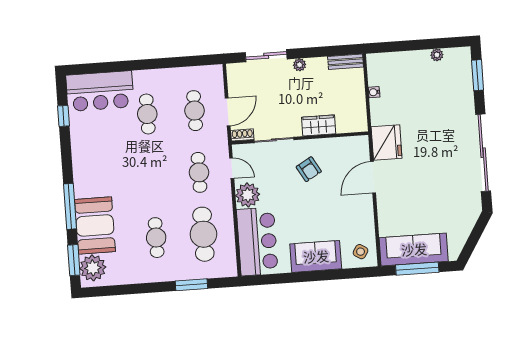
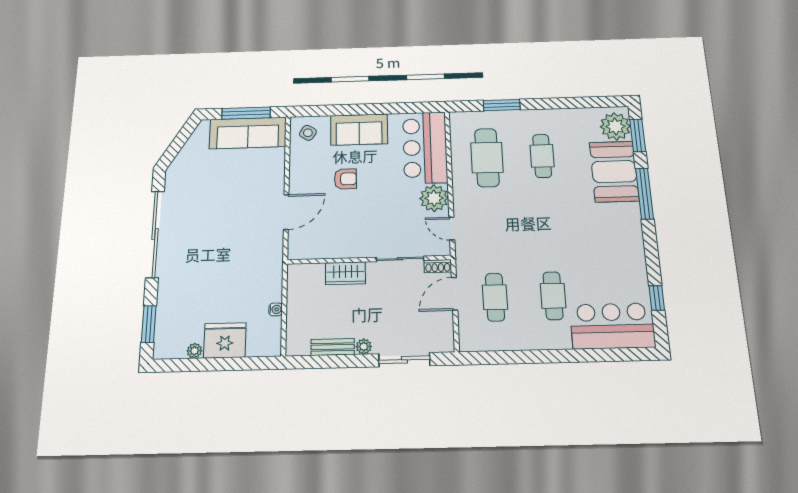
bench: (346, 62) -> (333, 347), moved
fridge: (387, 143) -> (225, 340), moved, turned 90
armchair: (309, 169) -> (345, 179), moved, turned 120
cafe table: (199, 172) -> (491, 226), removed

